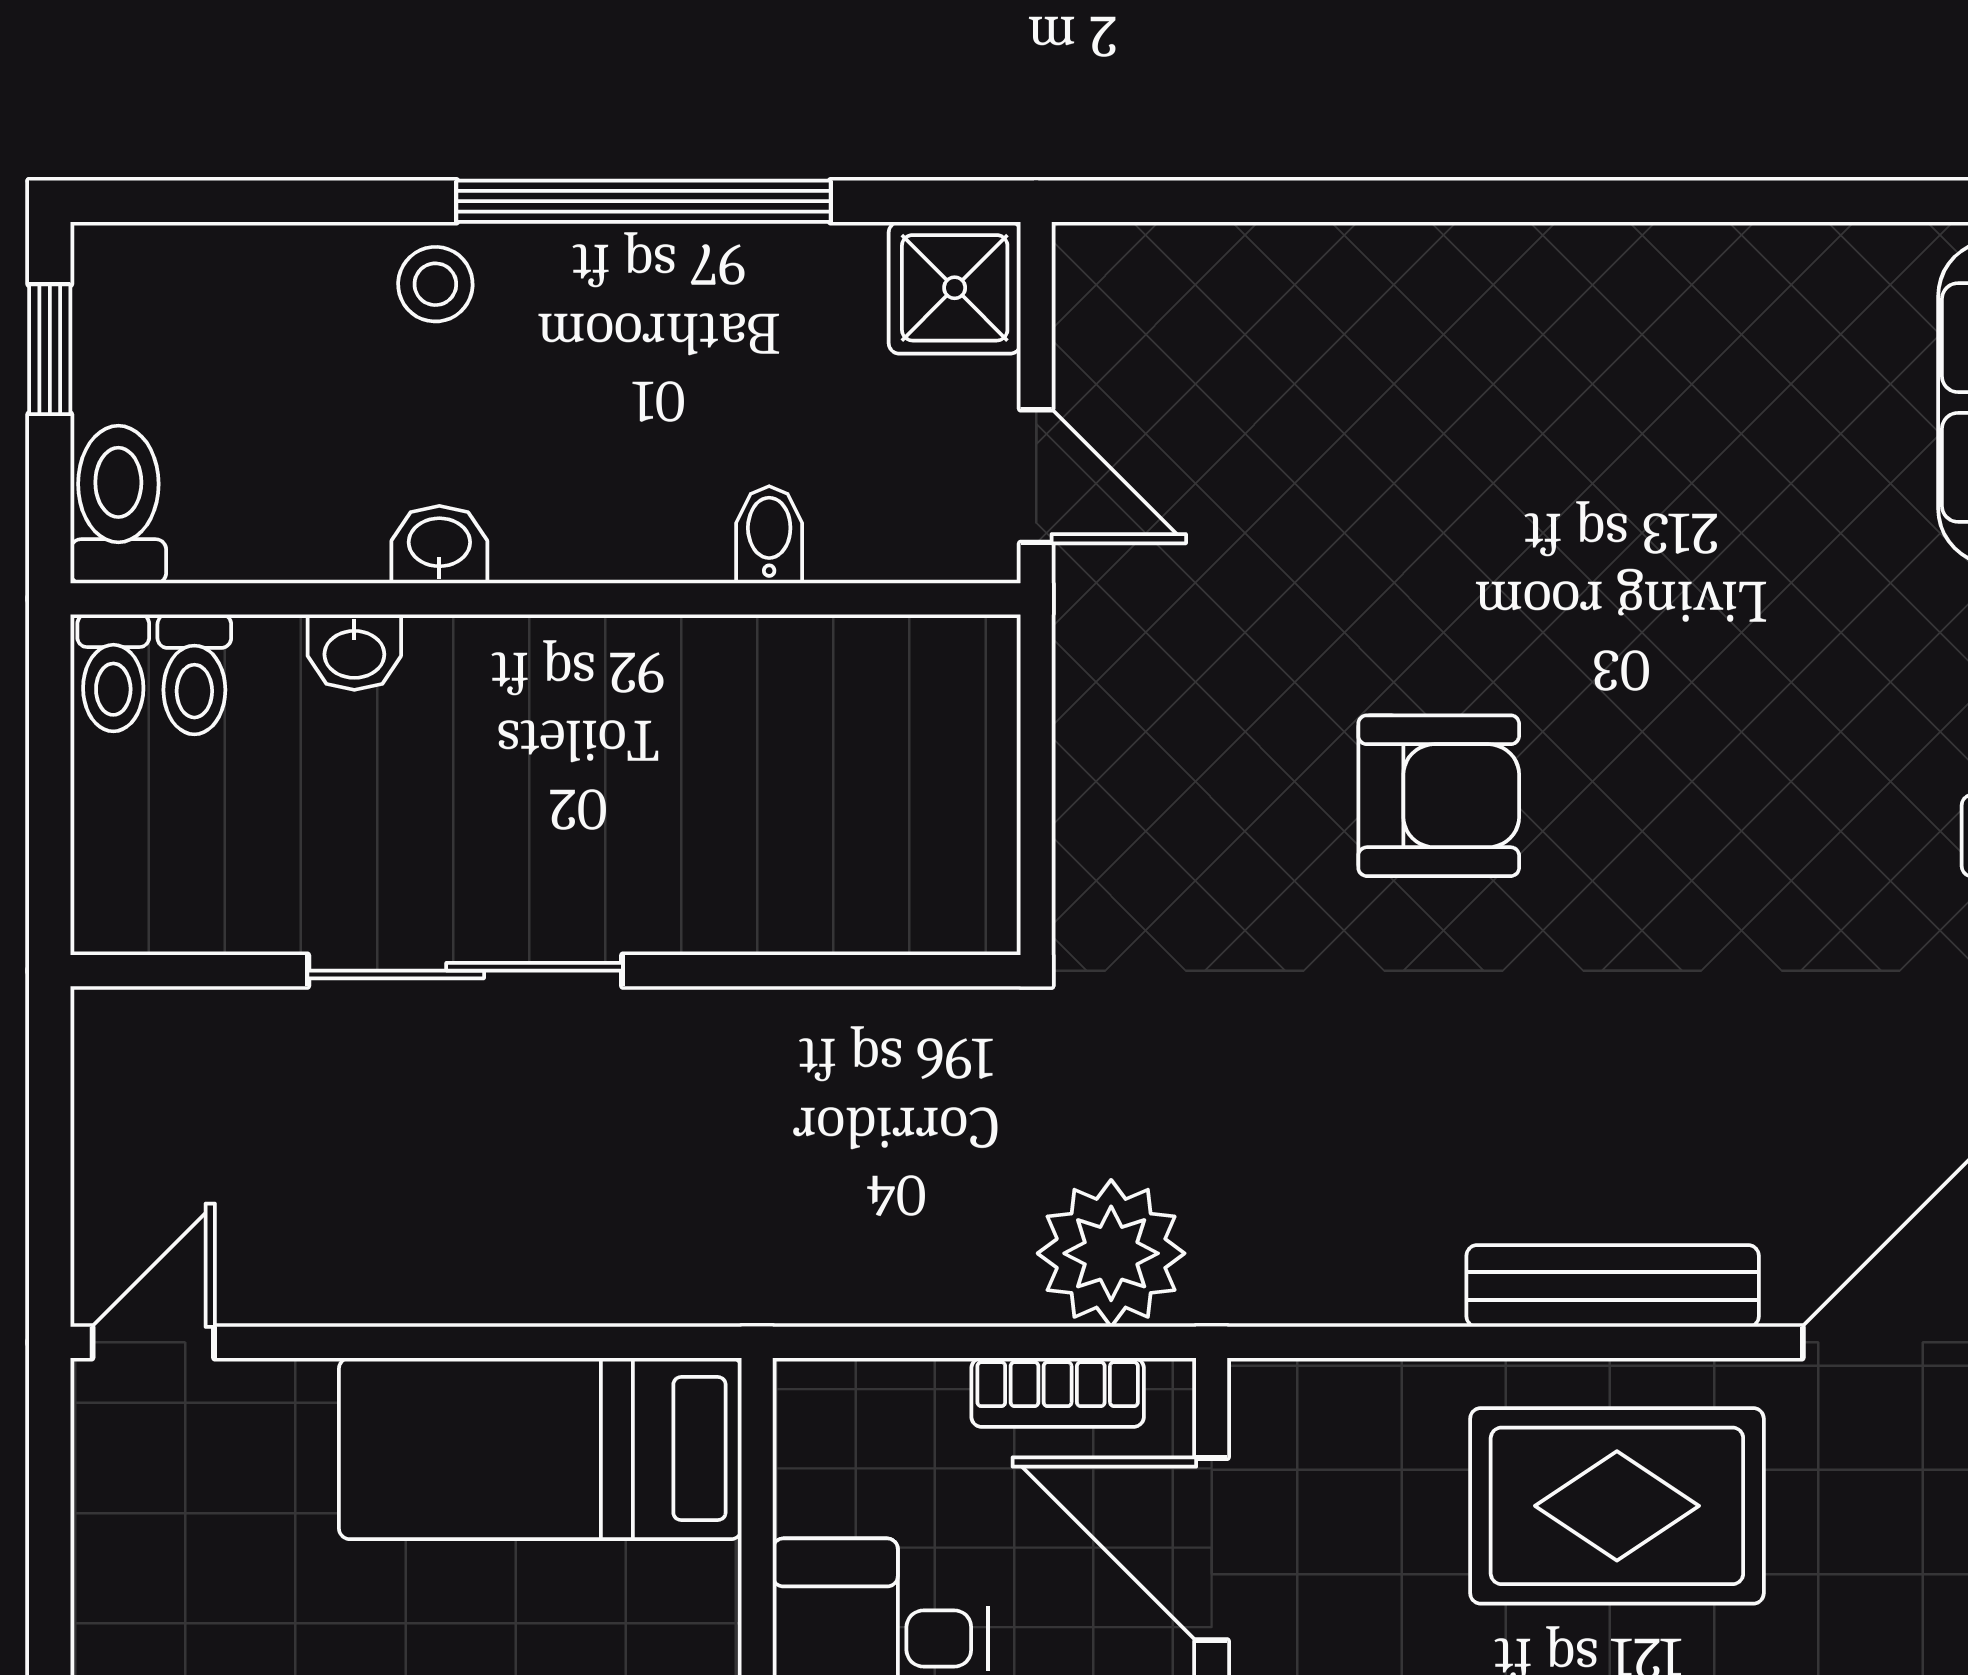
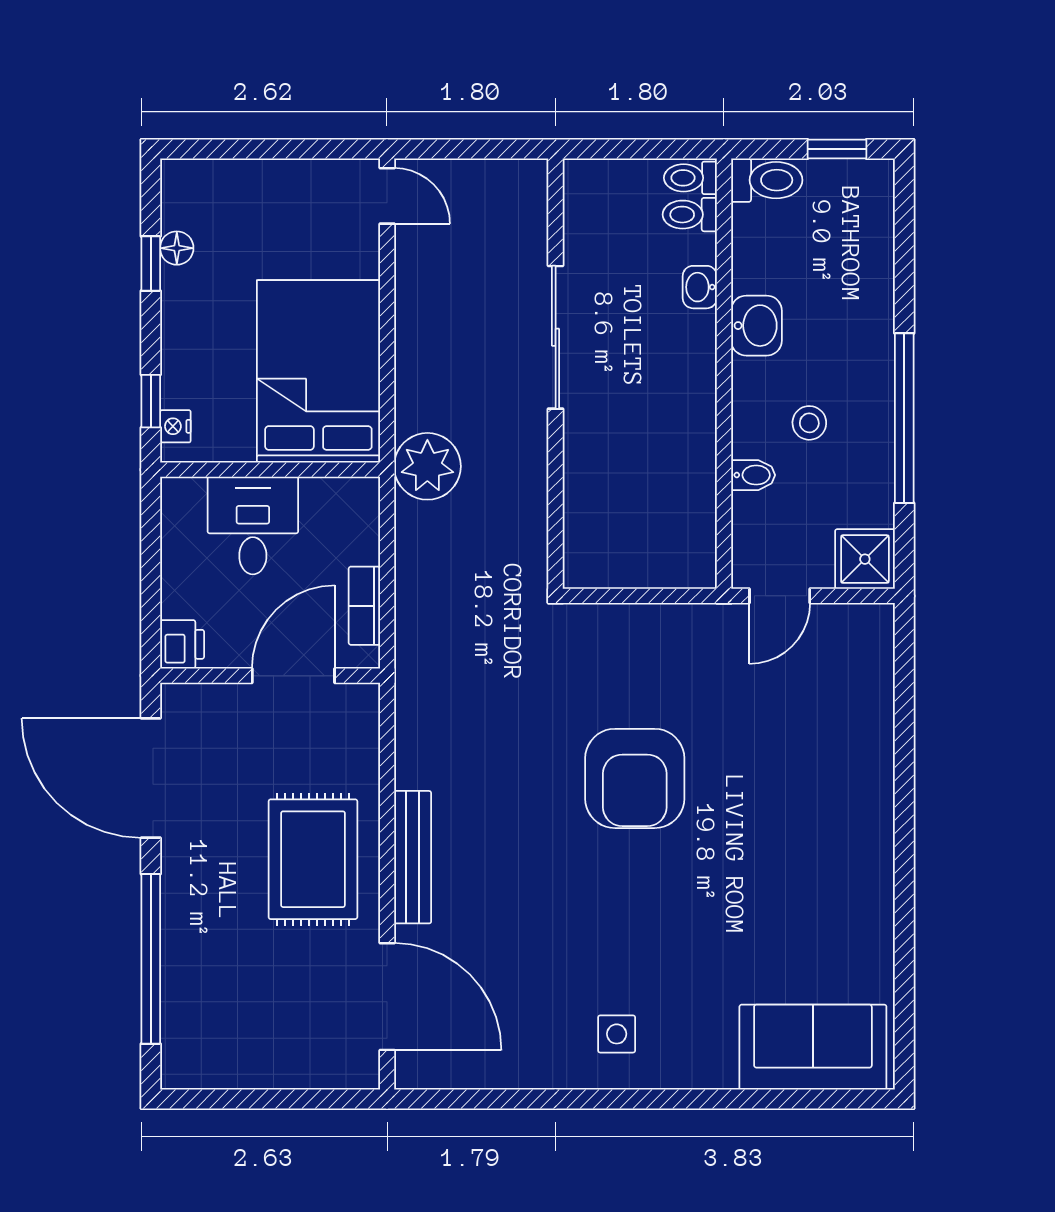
stool: (435, 284) -> (809, 423), moved
washbasin: (439, 545) -> (756, 326), width x1.38, depth x1.45
armchair: (1439, 796) -> (635, 778), width x1.36, depth x1.36
plant: (1111, 1253) -> (427, 466), moved
bed: (540, 1449) -> (318, 371), width x1.50

